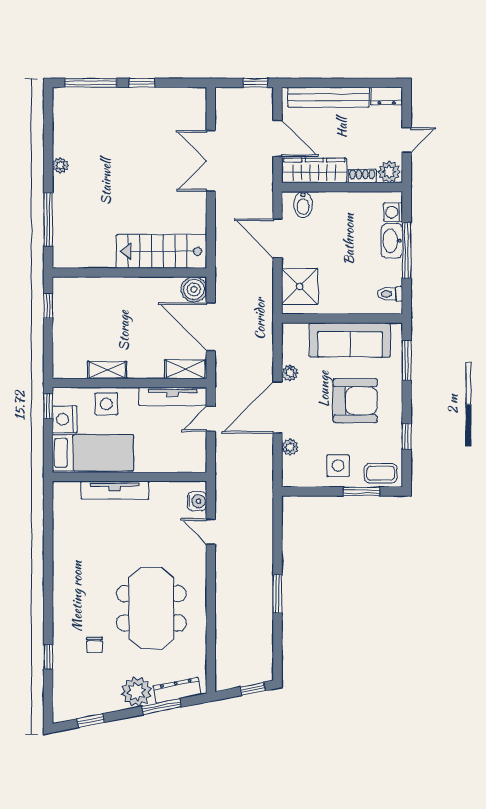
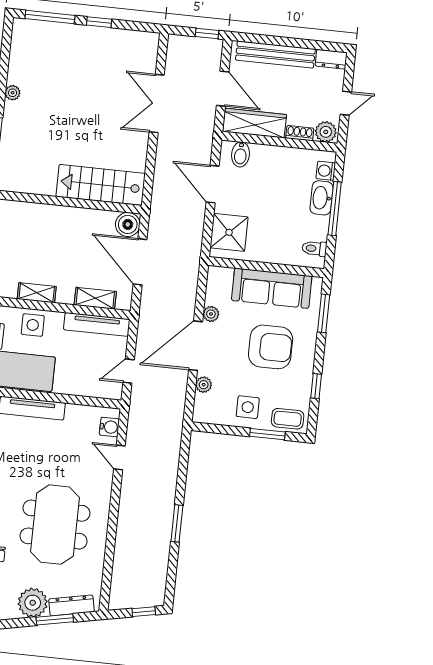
shelving: (185, 369) -> (95, 298), moved
door: (211, 419) -> (129, 371), moved

